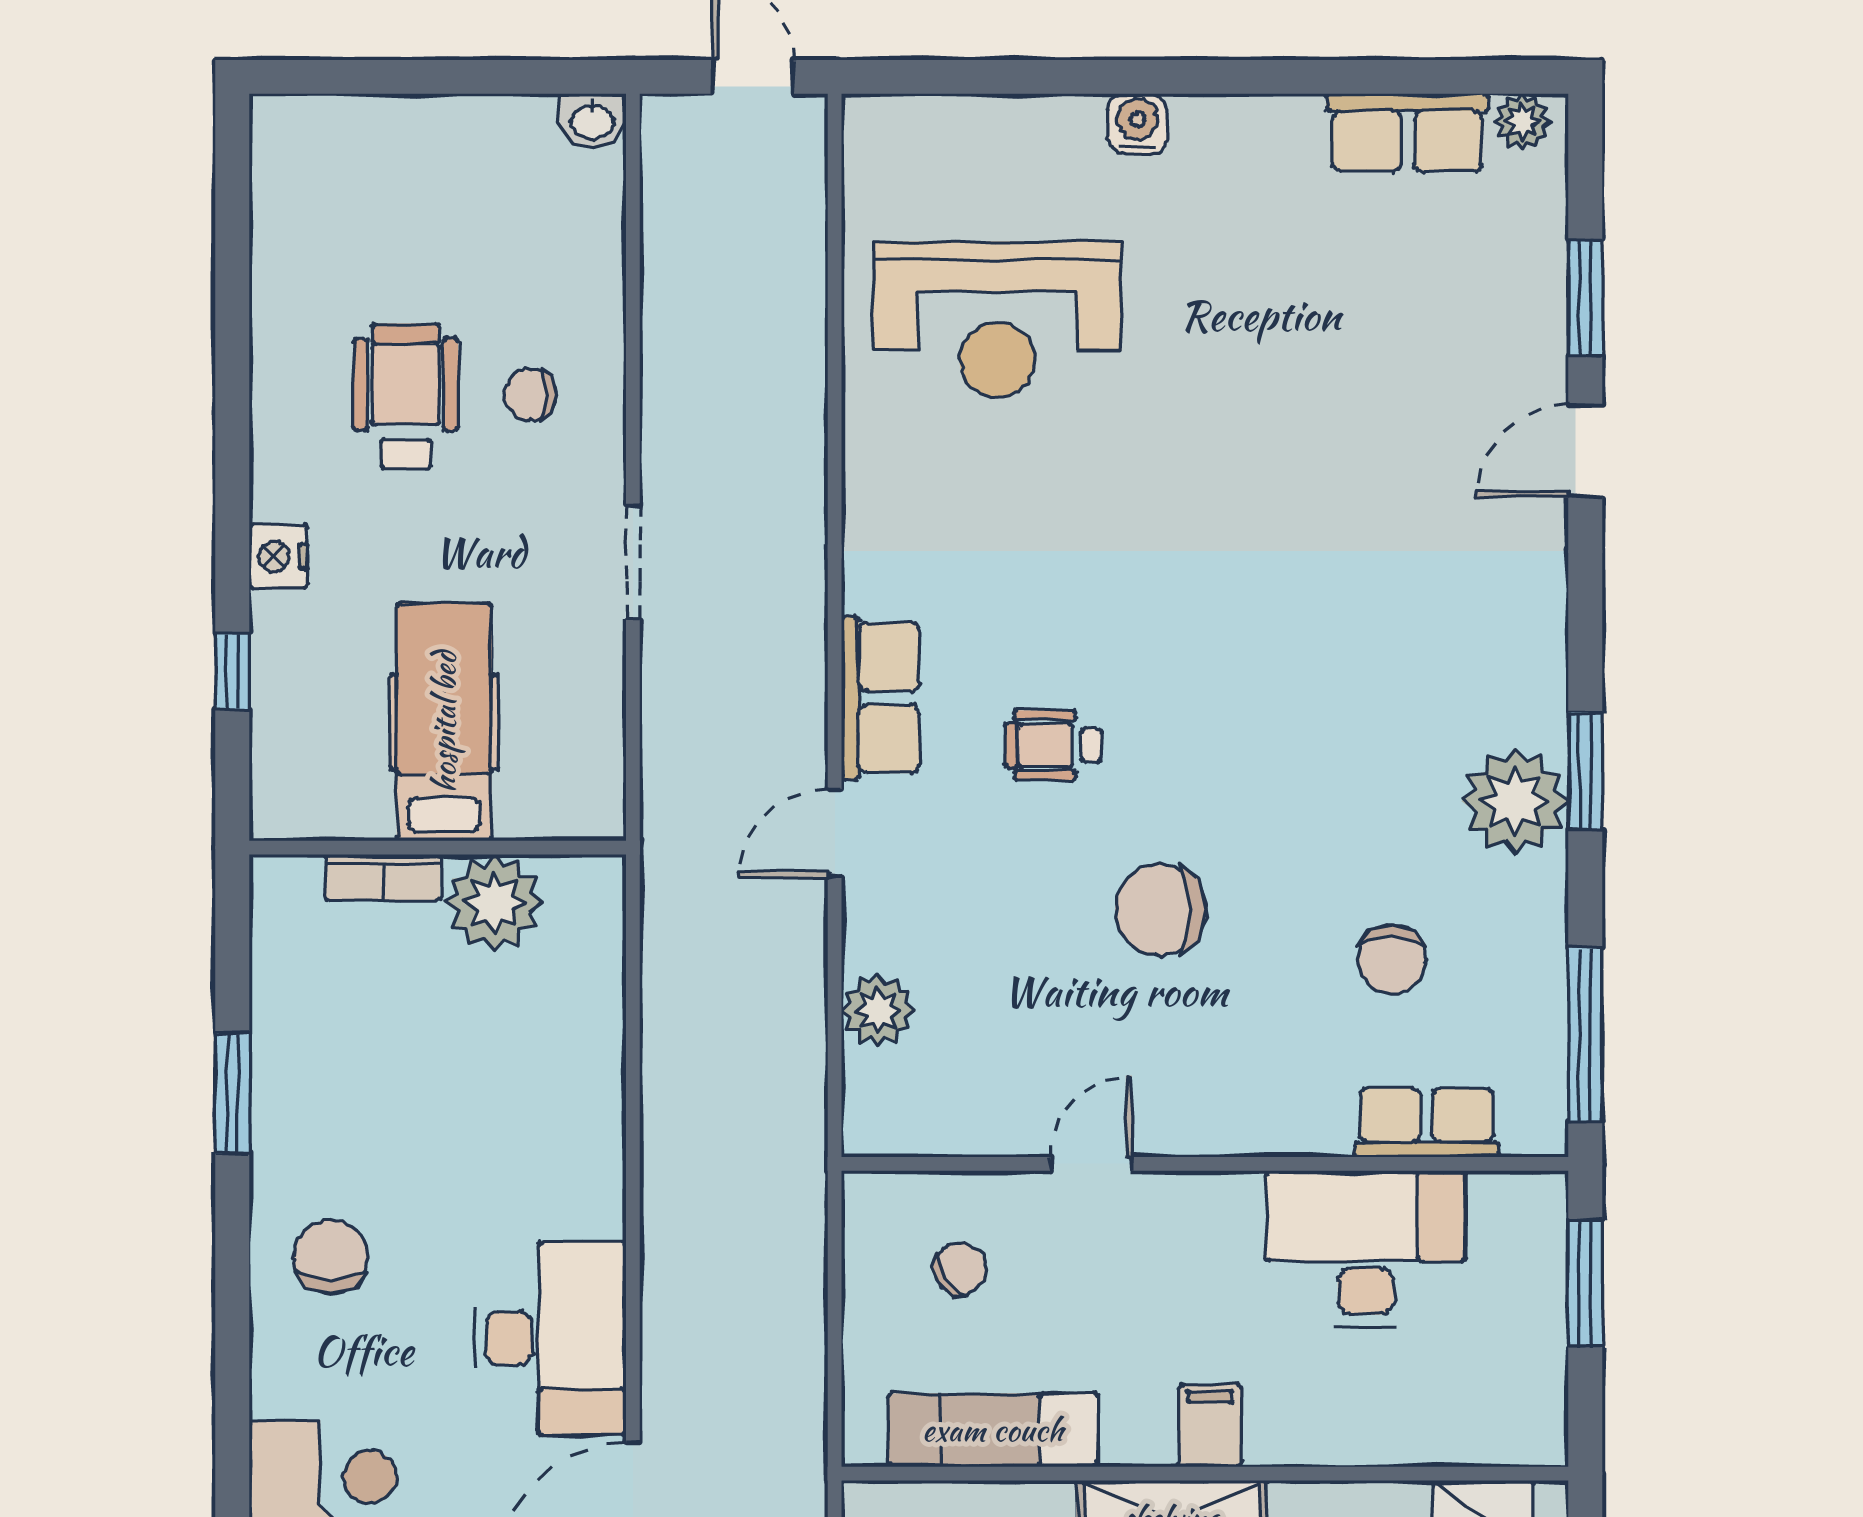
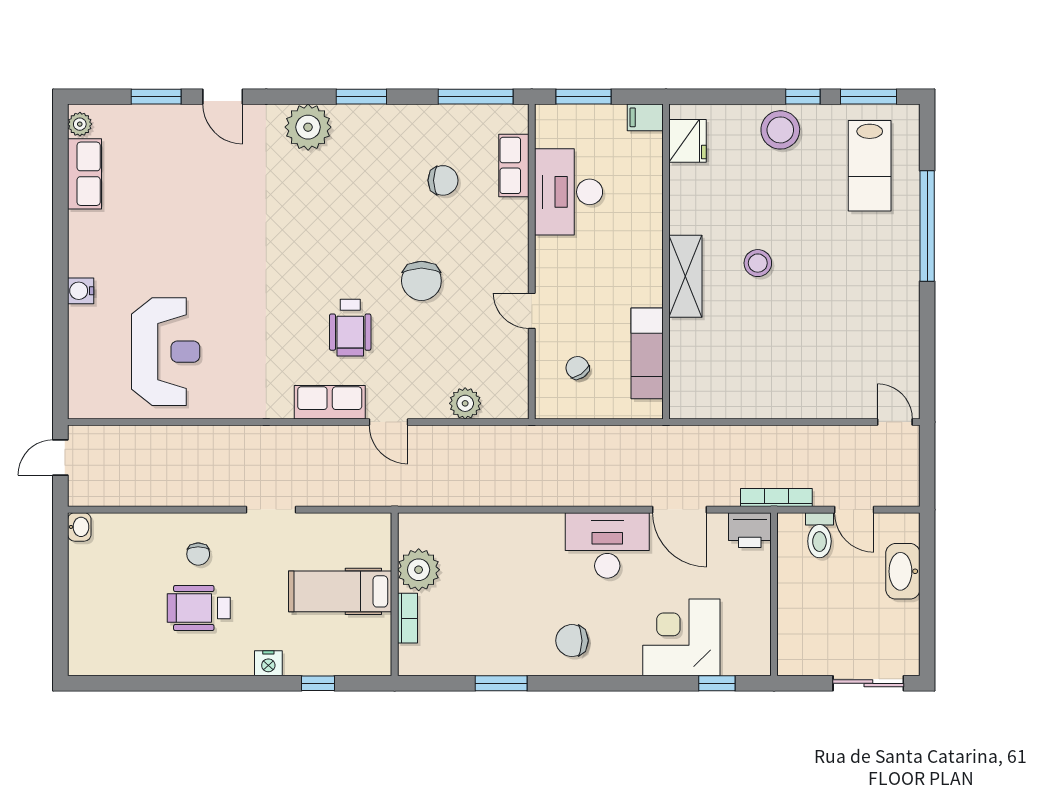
wheelchair: (1053, 745) -> (350, 328), width x1.36, depth x1.37
plant: (1515, 801) -> (308, 127), moved
filing cabinet: (1210, 1426) -> (645, 117), moved

